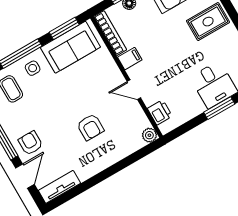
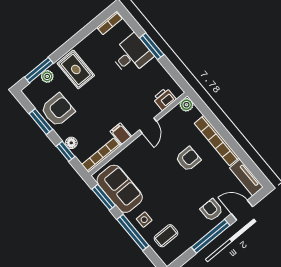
armchair: (31, 143) -> (212, 210), turned 90
bookcase: (105, 161) -> (217, 141), added

